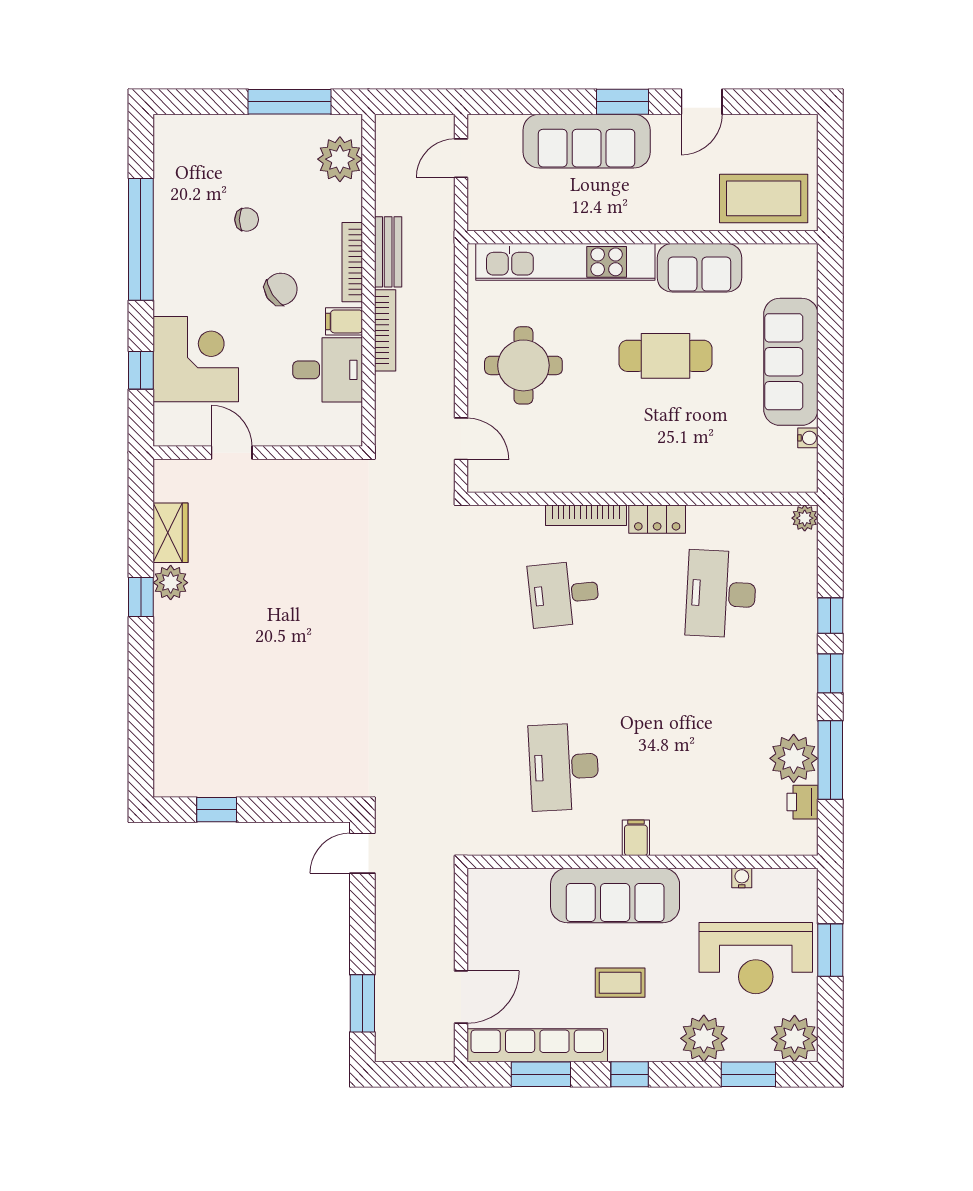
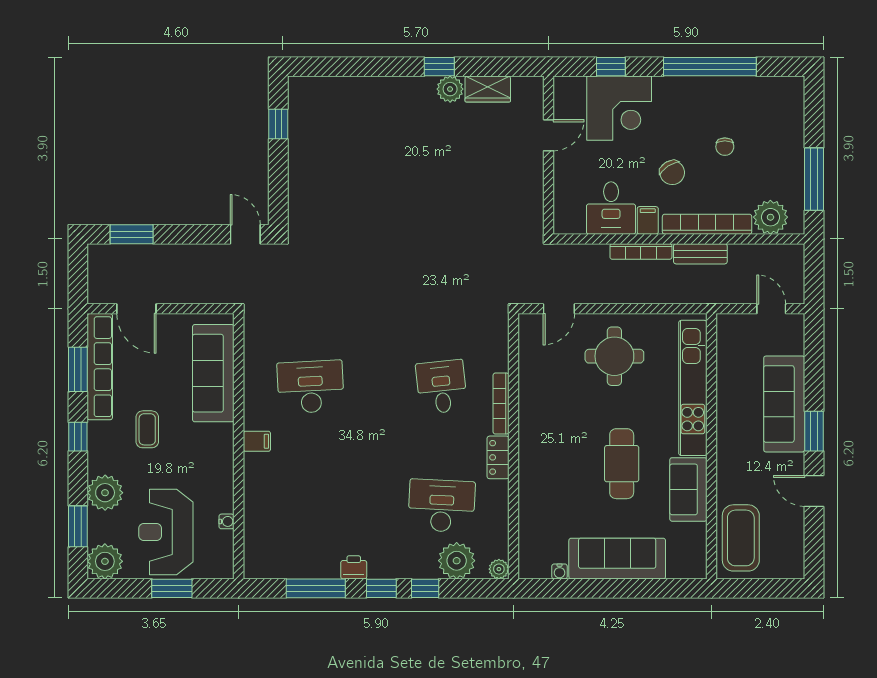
bookcase: (352, 262) -> (707, 224), width x1.48, depth x1.31
plant: (794, 758) -> (457, 561), moved
printer: (802, 802) -> (354, 567), moved
sofa: (615, 895) -> (213, 373), moved

